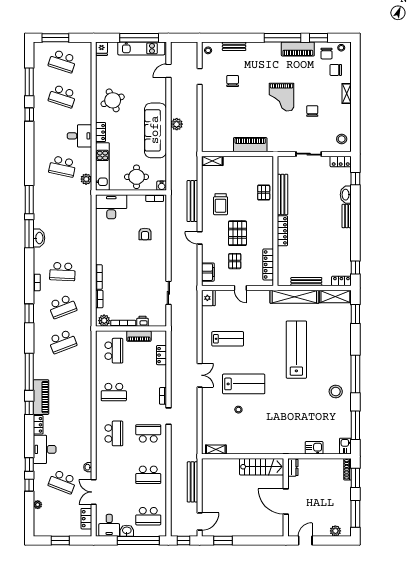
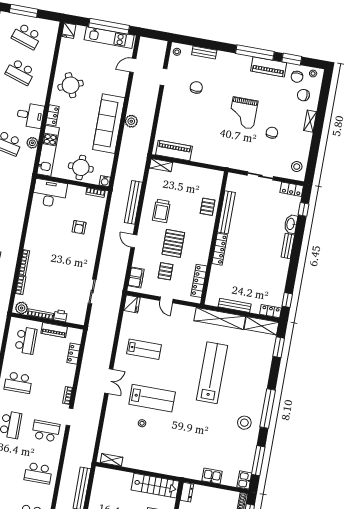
piano: (250, 145) -> (174, 150), moved
plant: (86, 179) -> (32, 143), moved

